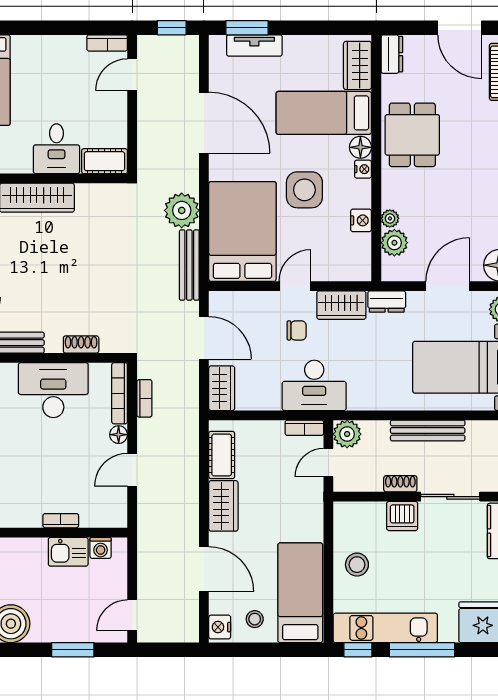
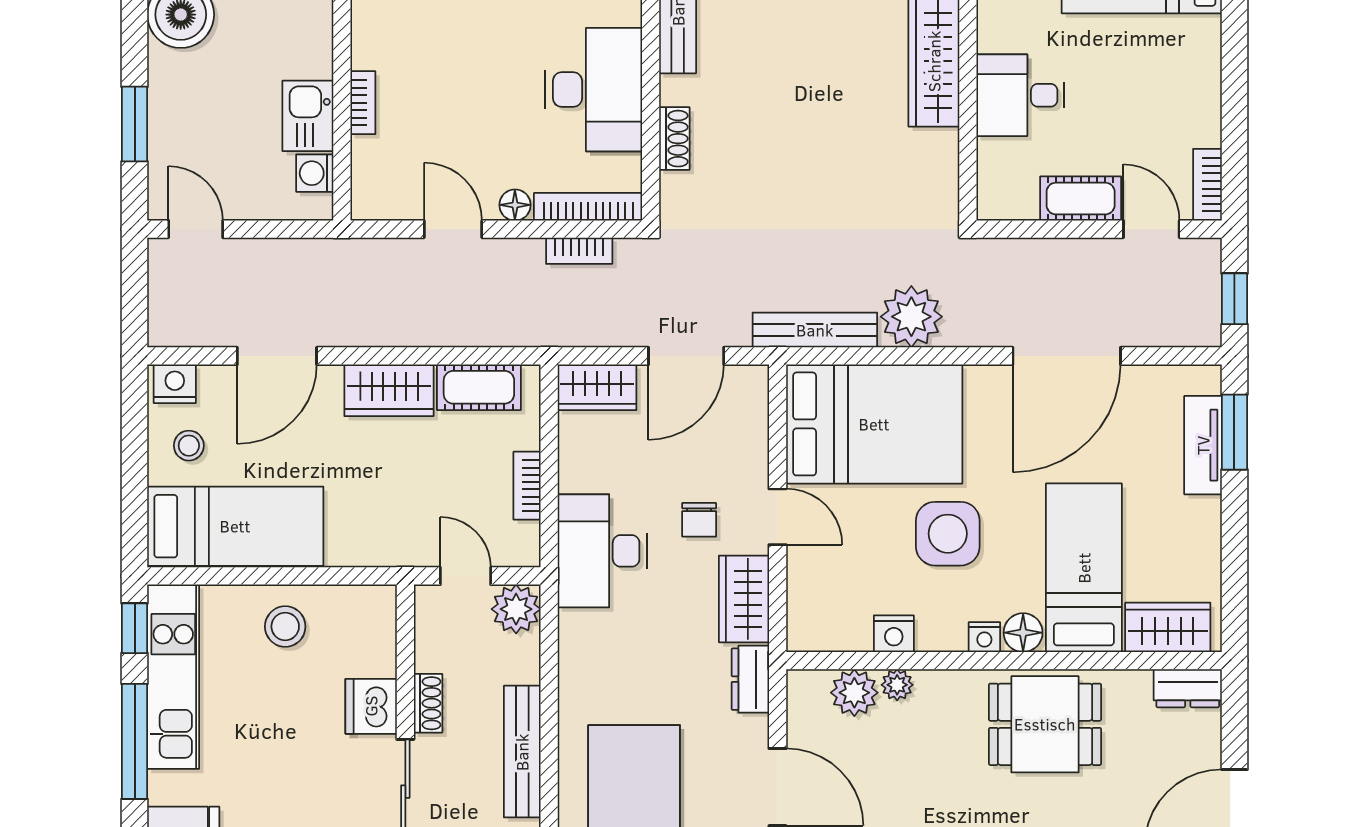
cot: (104, 161) -> (1081, 199), moved, turned 90
bookcase: (304, 428) -> (527, 486), moved

